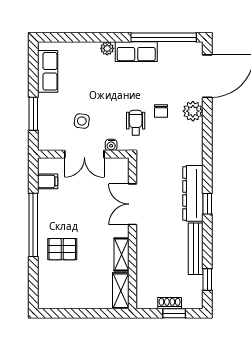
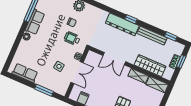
wardrobe: (146, 266) -> (150, 66), added

